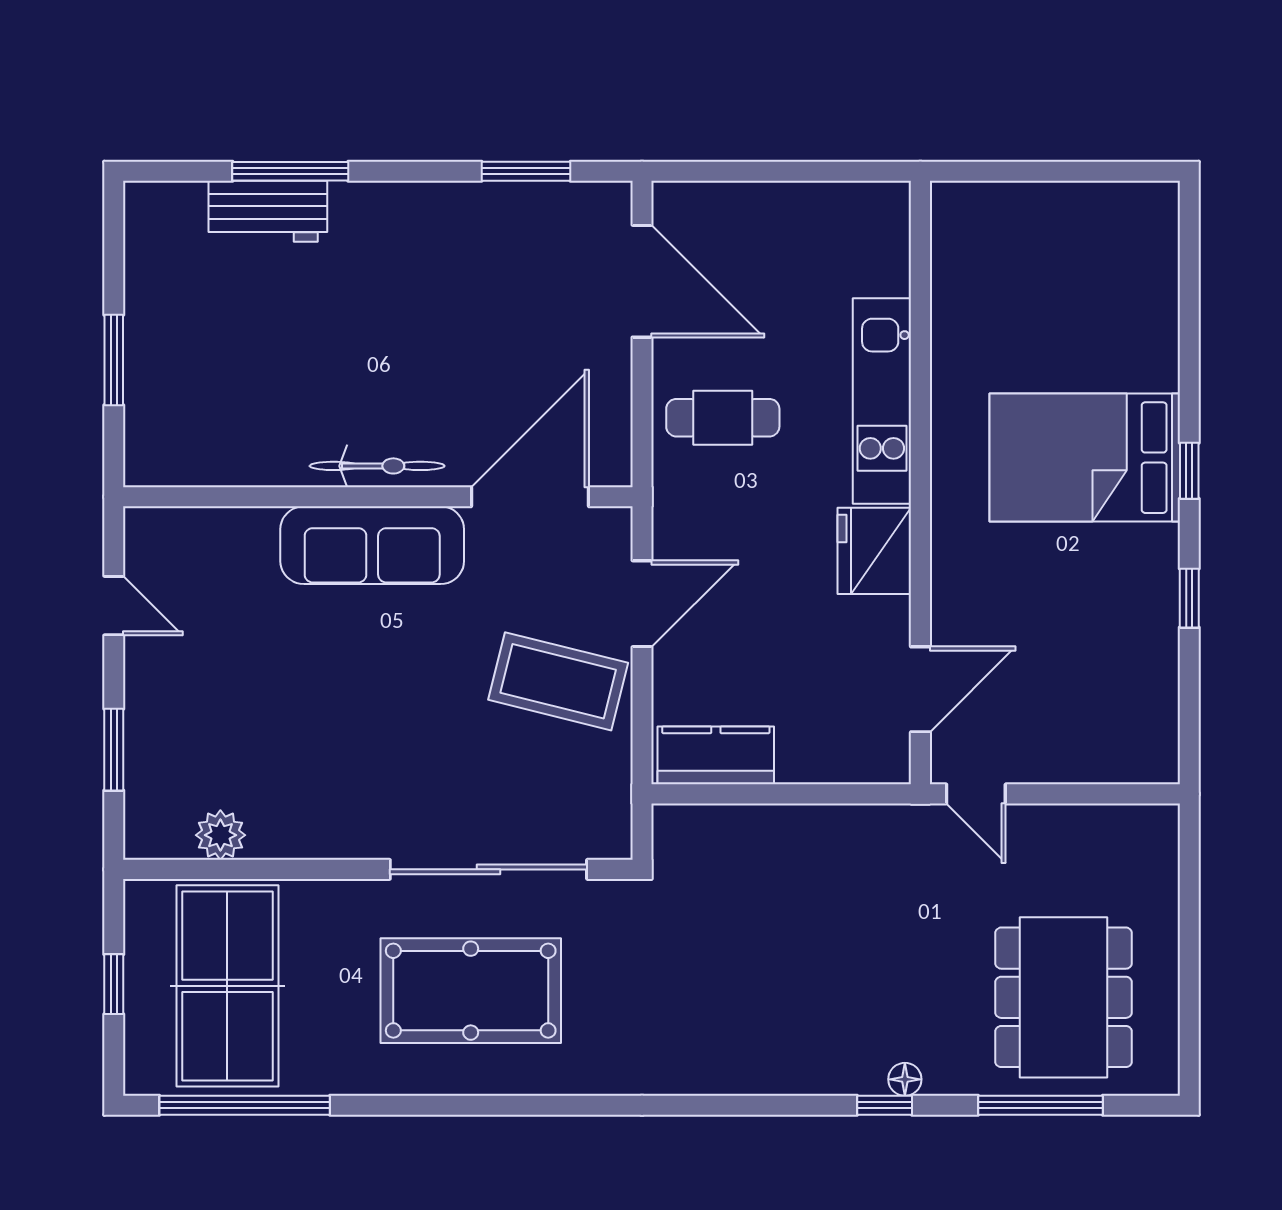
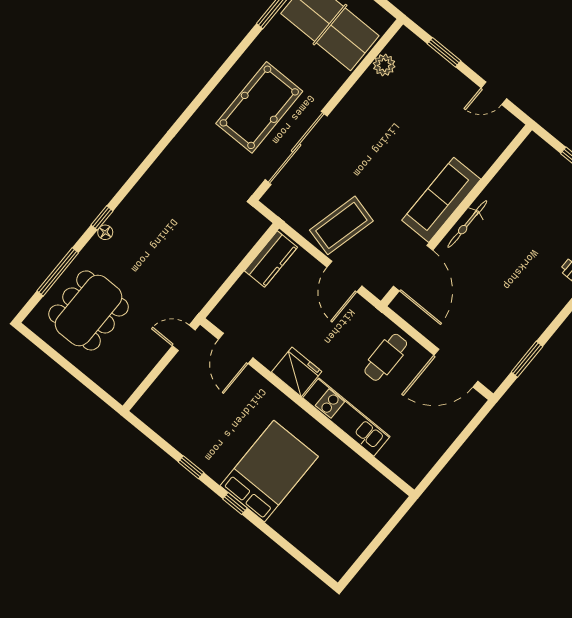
dining table: (1064, 997) -> (89, 310), turned 90

